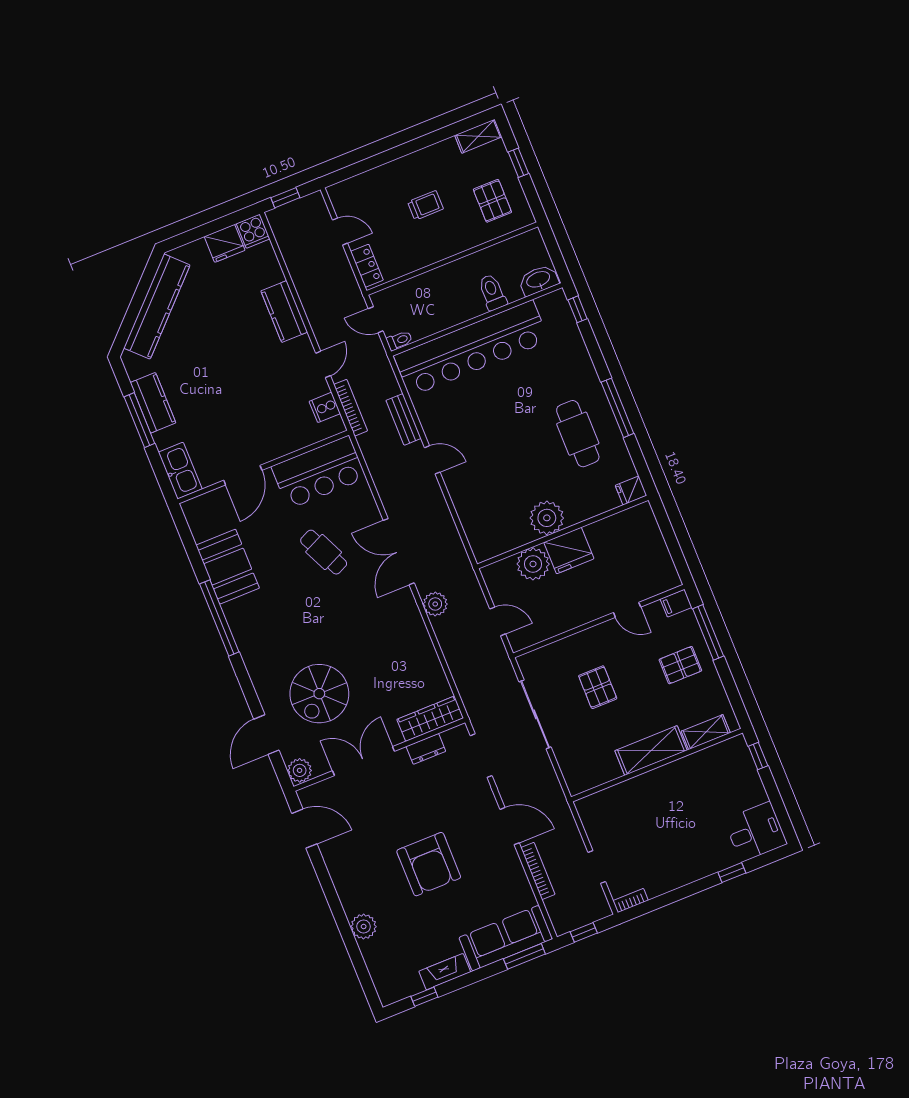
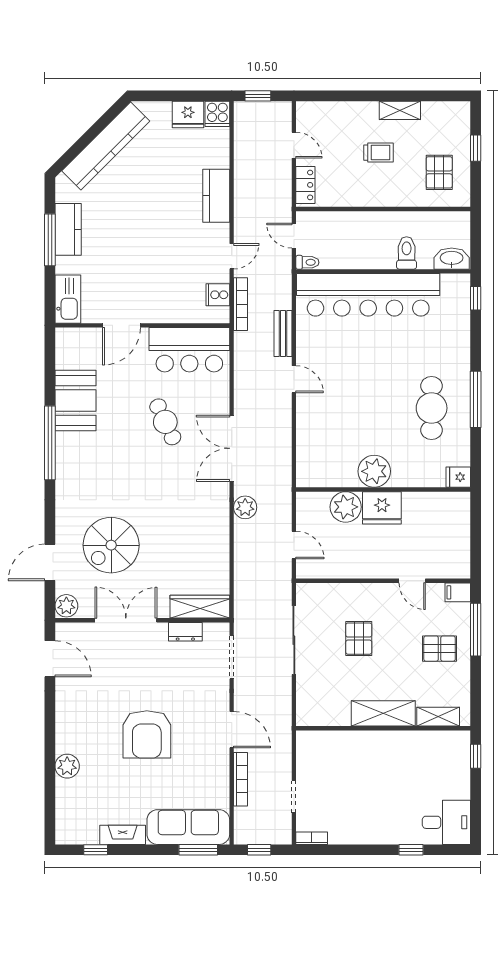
shelving: (478, 136) -> (400, 110), moved

